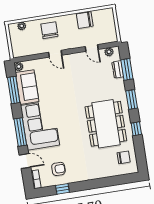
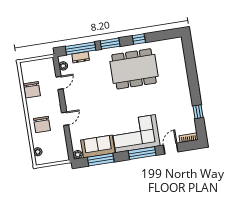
chair: (49, 30) -> (42, 124), turned -90
window: (127, 69) -> (81, 48), width x1.44
chair: (124, 157) -> (167, 51), removed
armchair: (58, 169) -> (178, 116), removed

